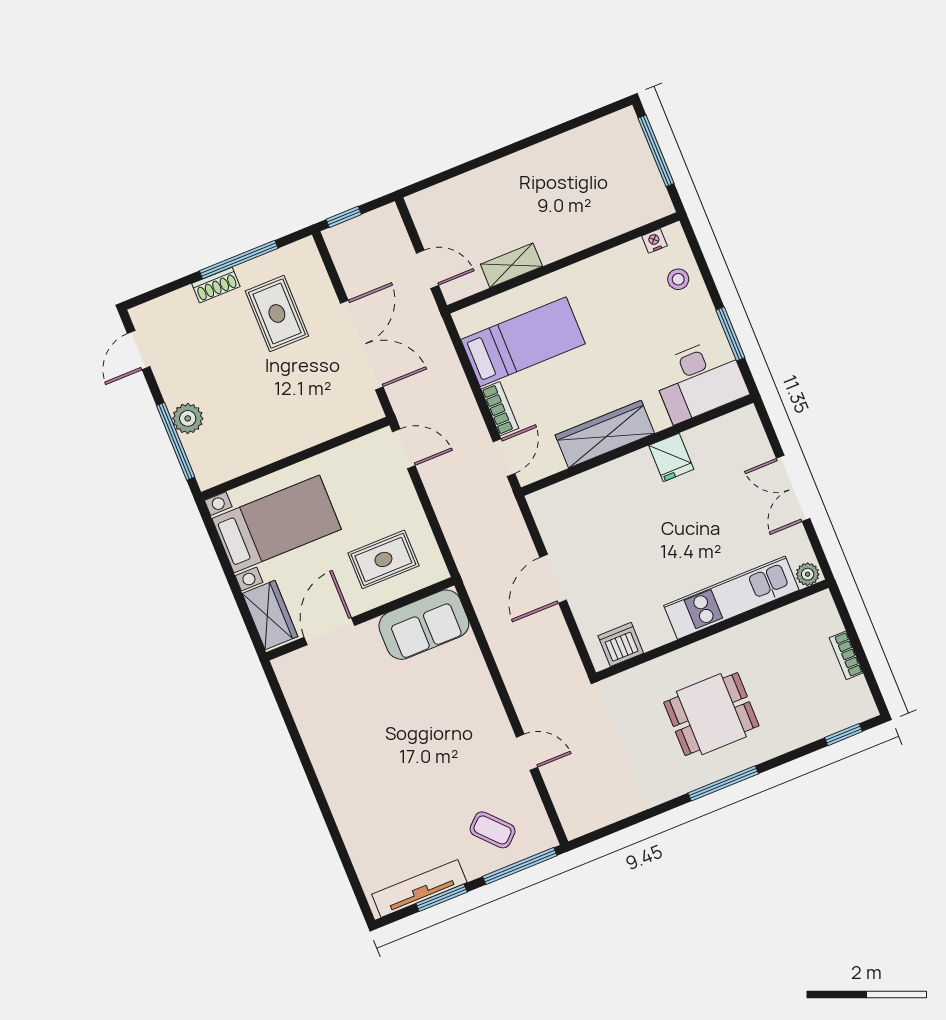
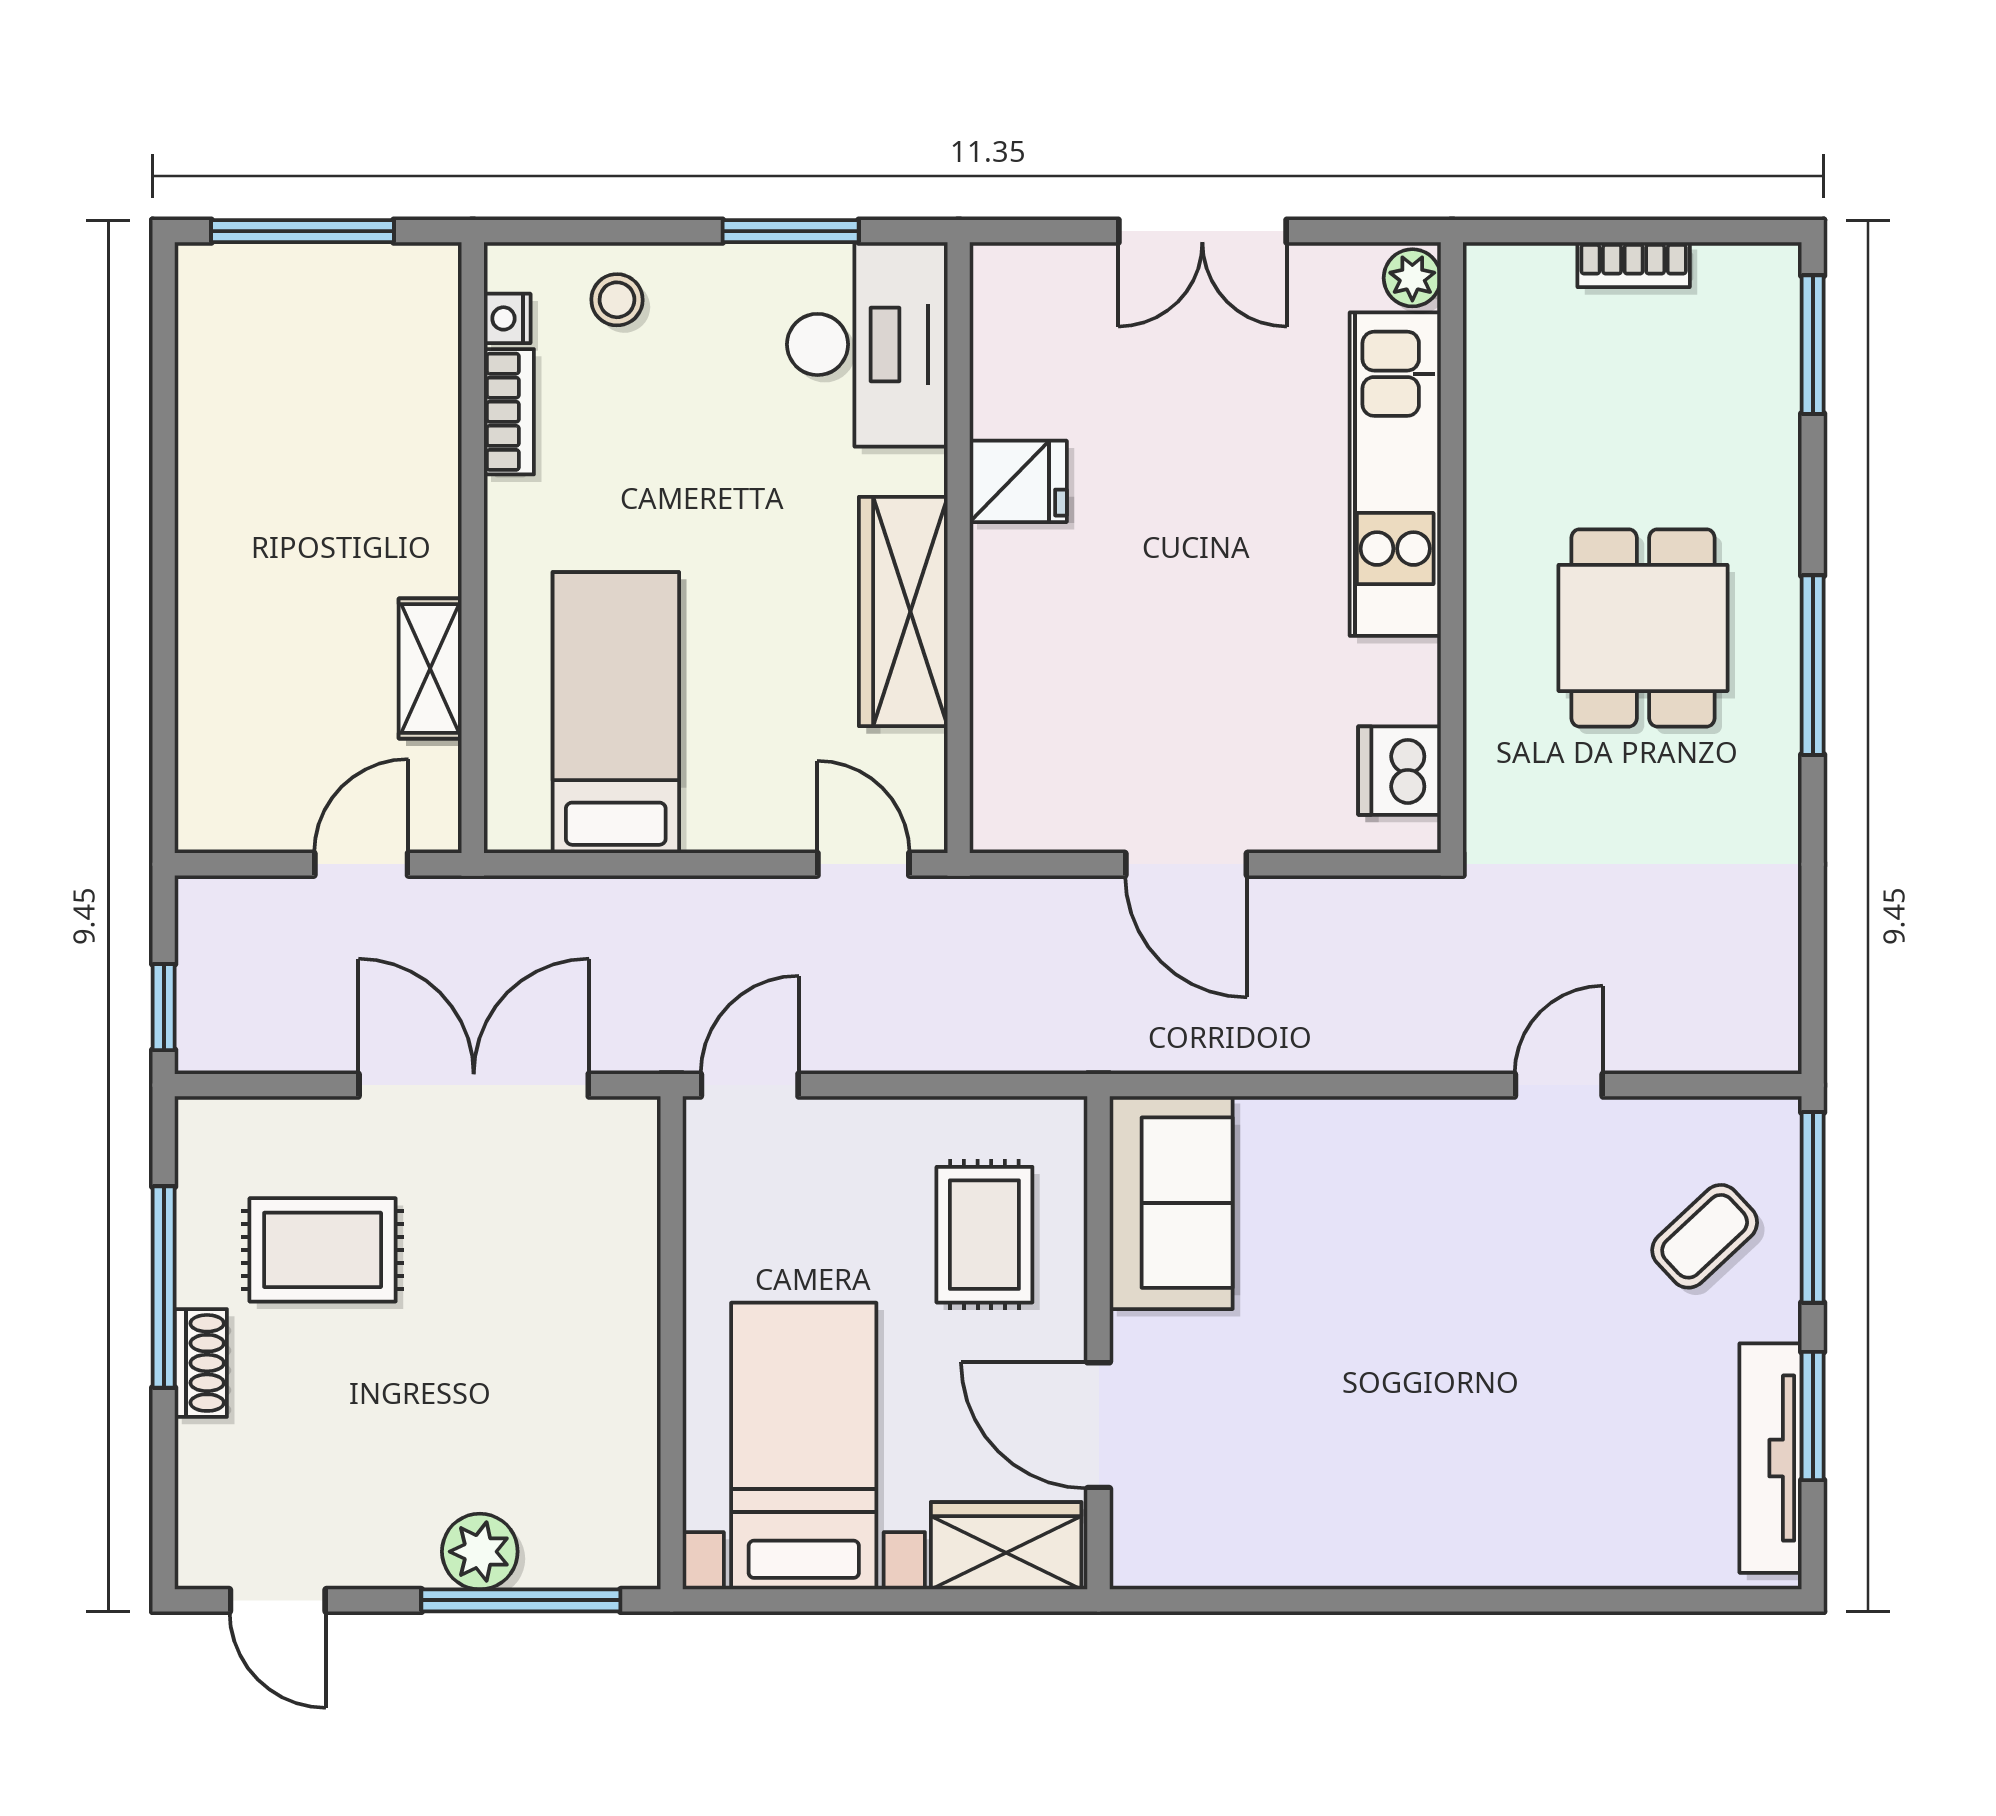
bookcase: (500, 409) -> (509, 412), moved, turned 90
window: (844, 735) -> (1813, 345), width x1.50

